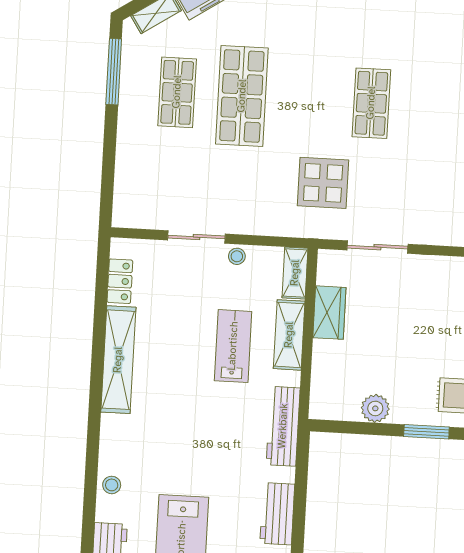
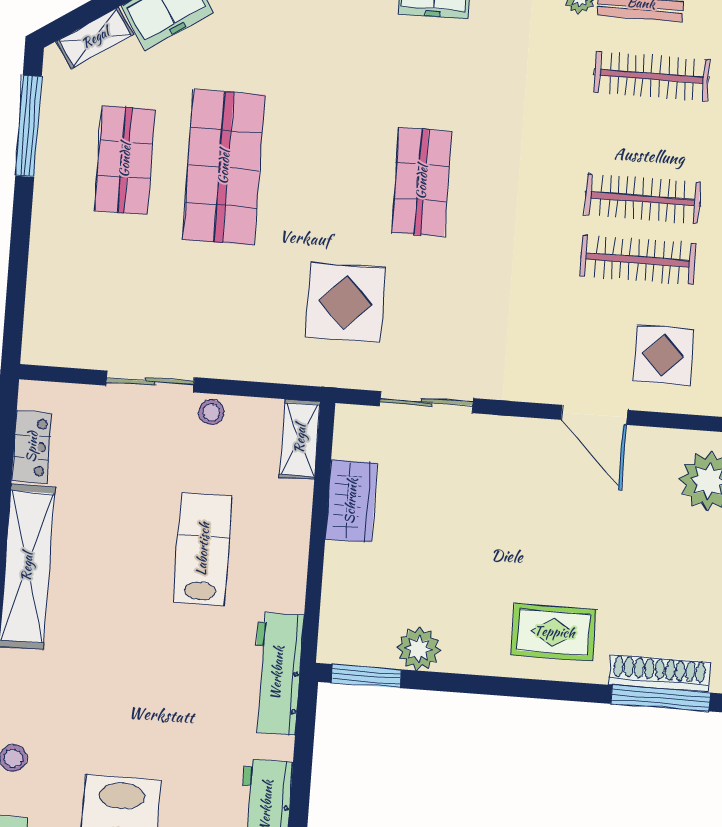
shelving: (289, 335) -> (289, 534), removed
window: (426, 432) -> (366, 676), moved

